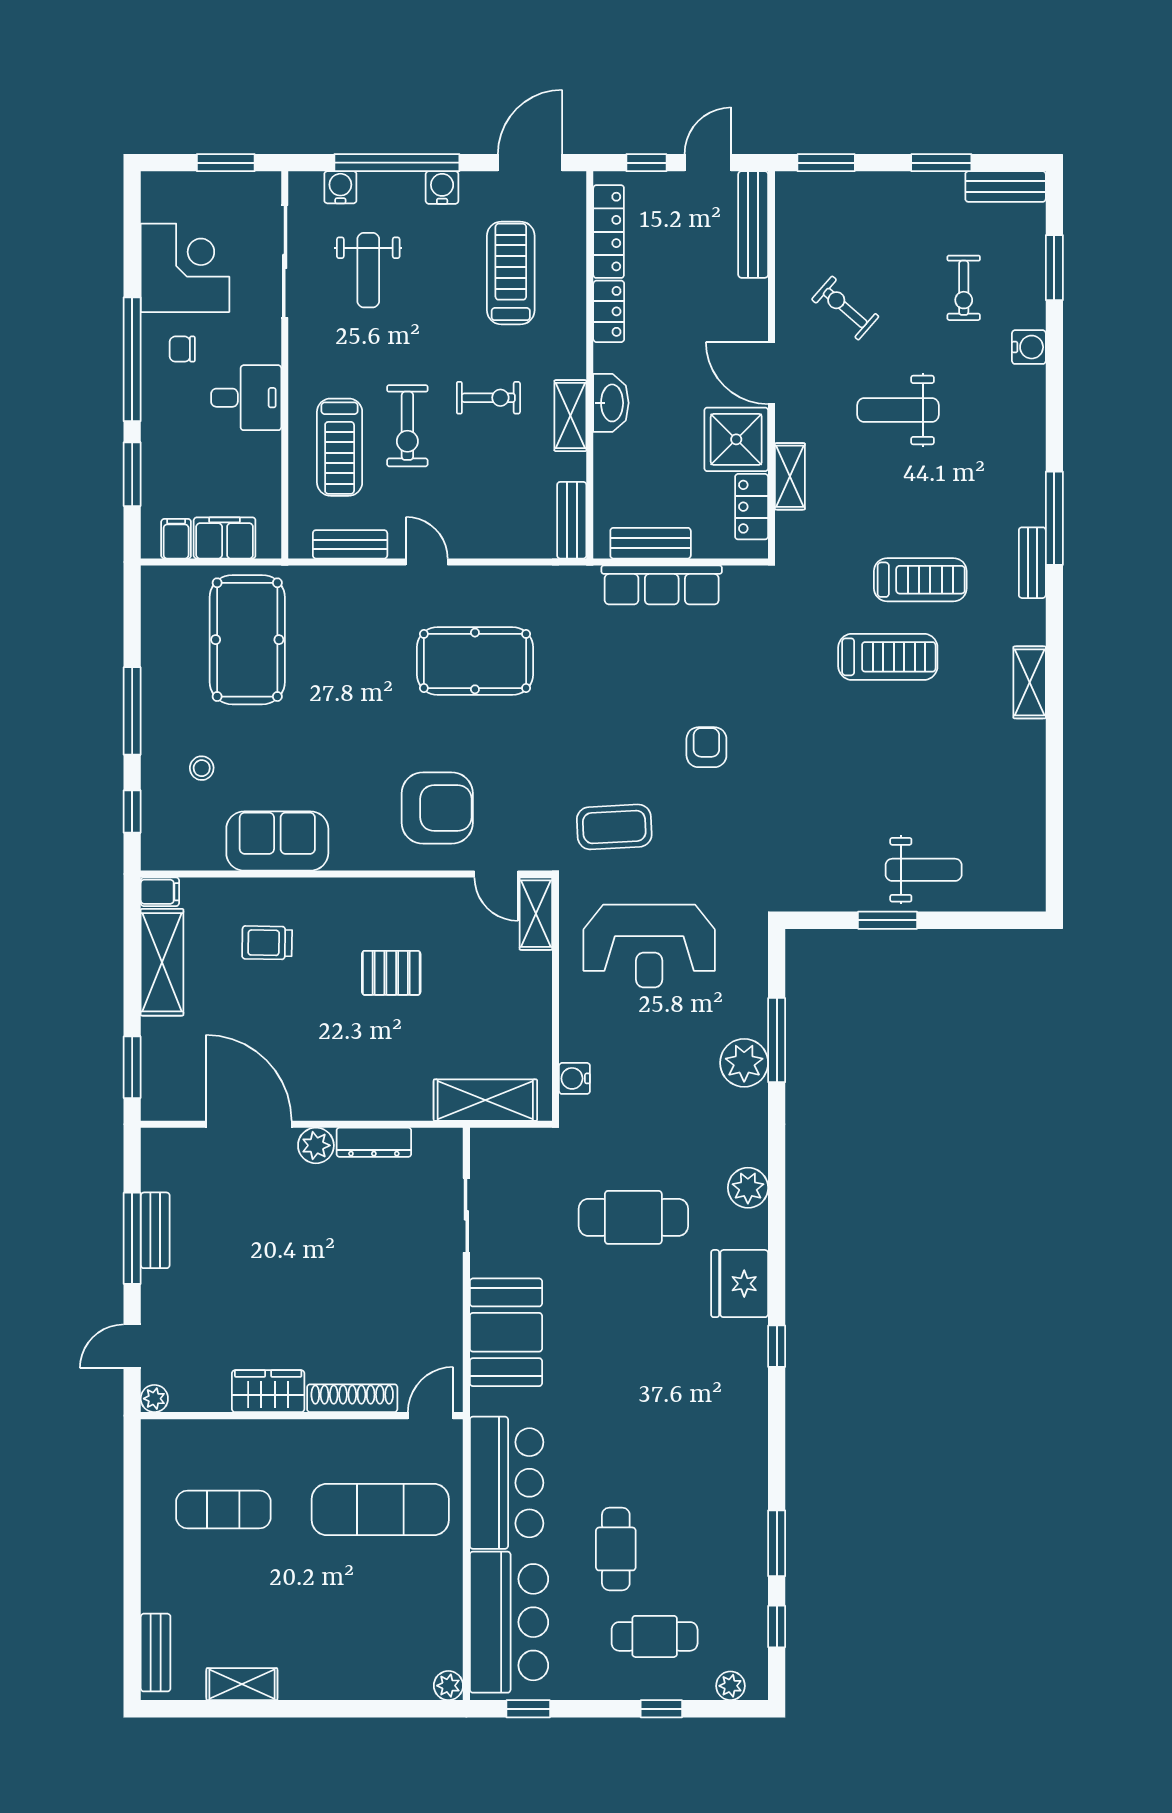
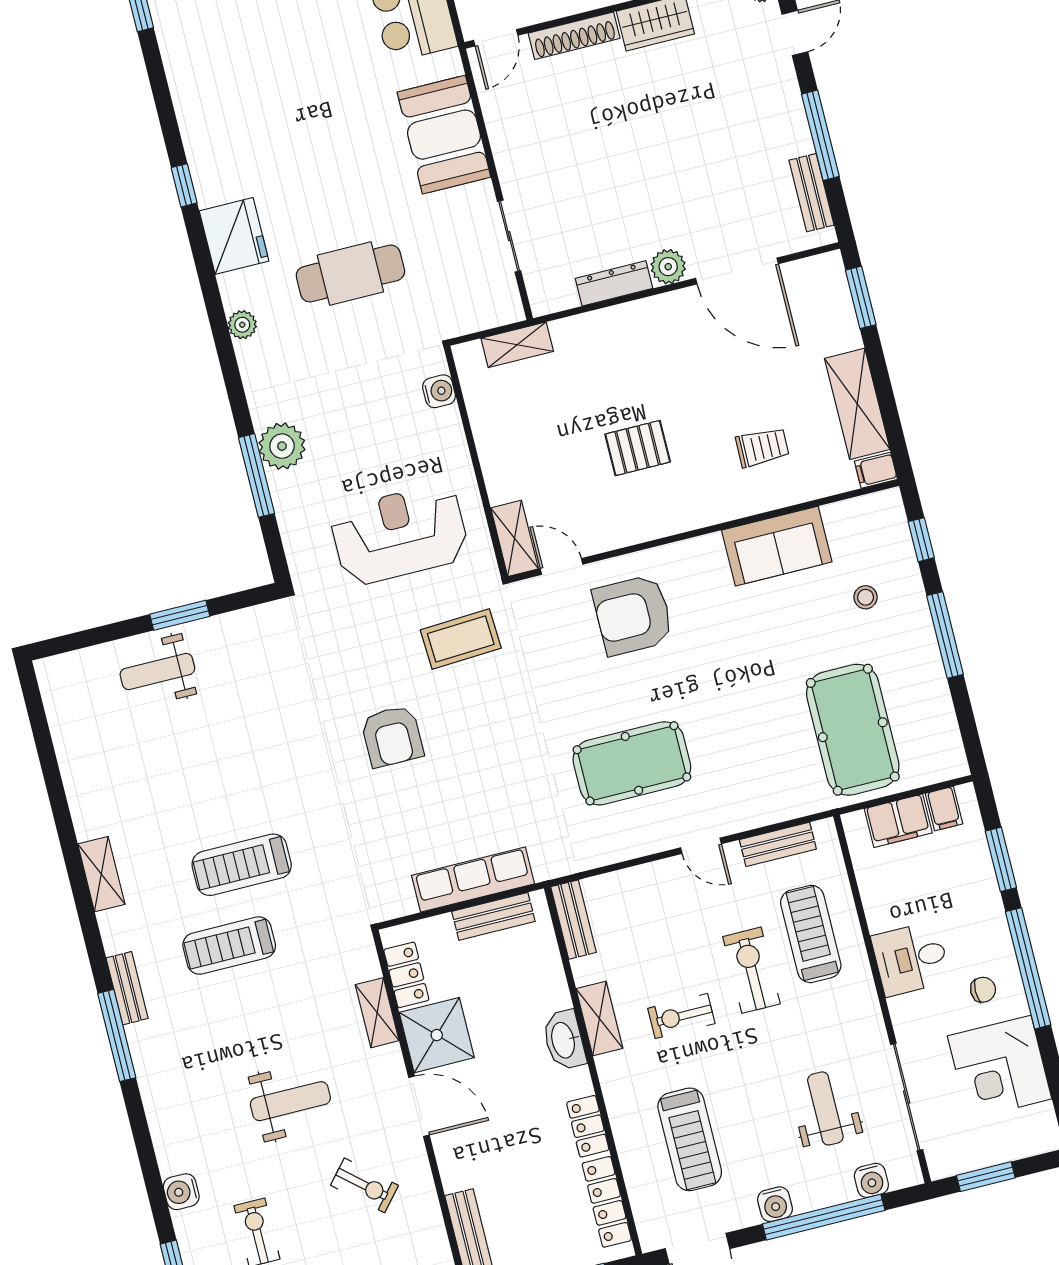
armchair: (706, 747) -> (392, 736), width x1.38, depth x1.38
shelving: (485, 1100) -> (517, 345), width x0.67, depth x0.75
plant: (748, 1188) -> (242, 325), width x0.73, depth x0.73
bench: (155, 1230) -> (811, 193), moved

